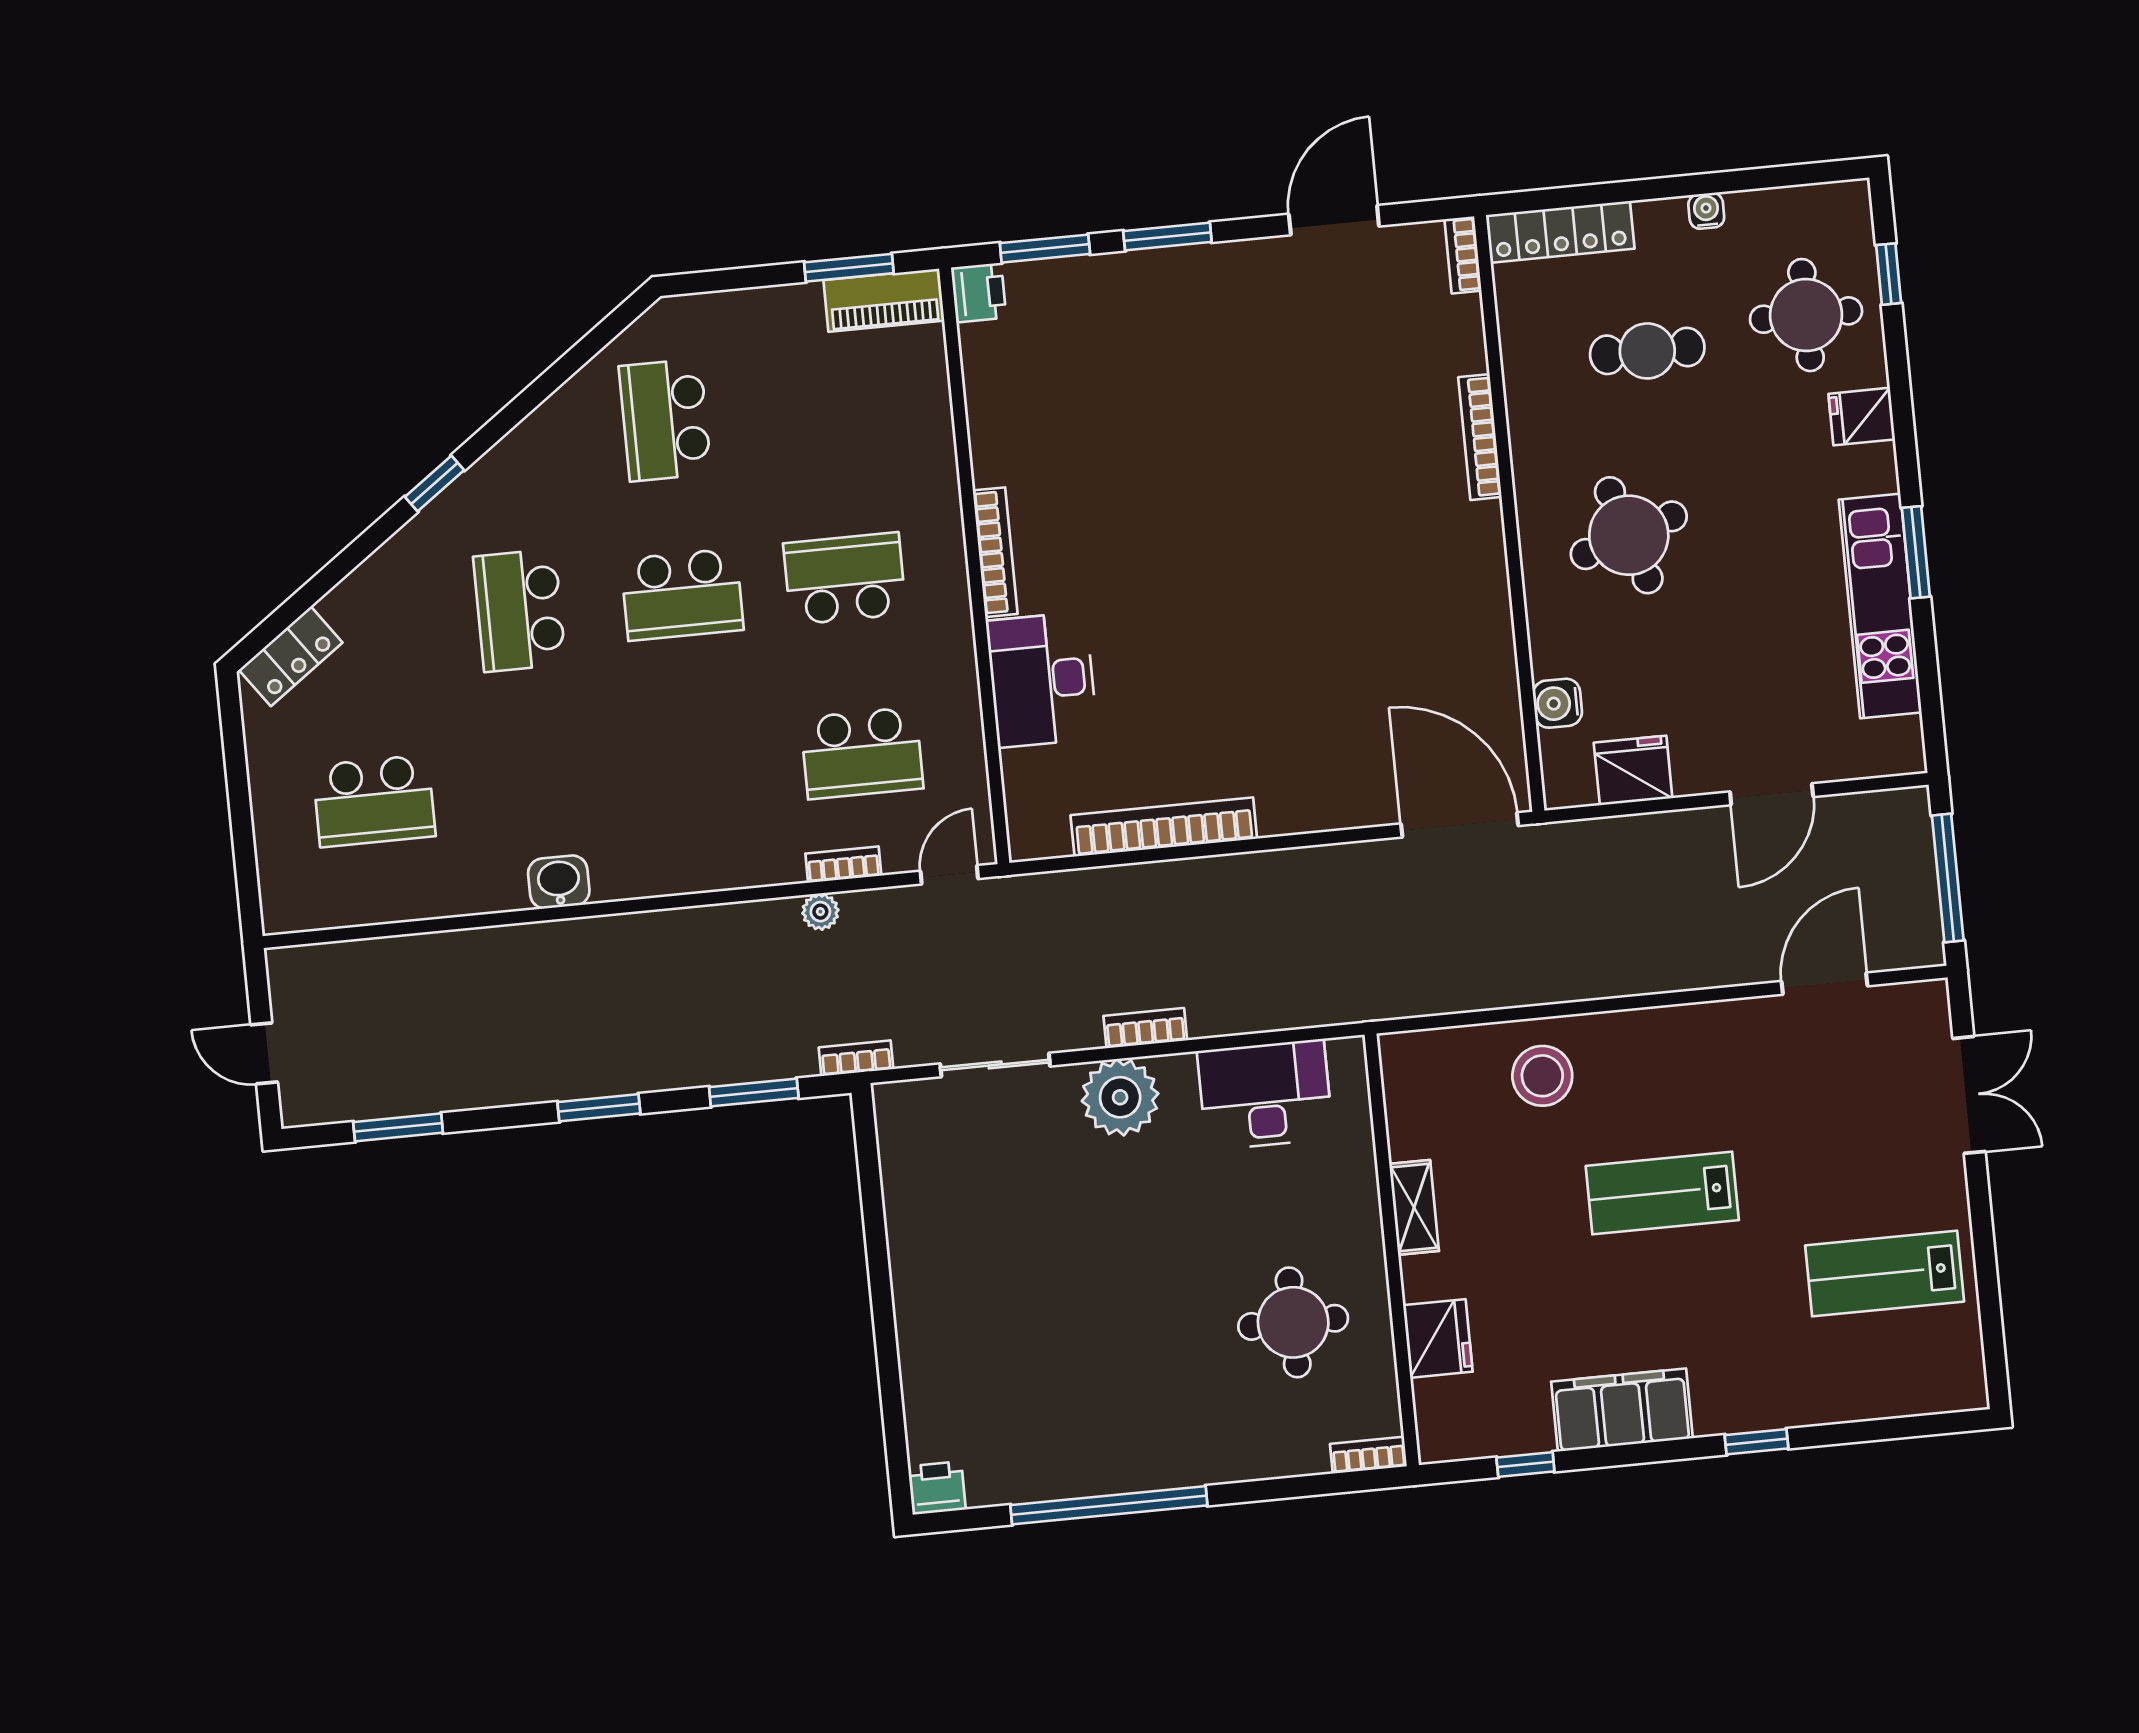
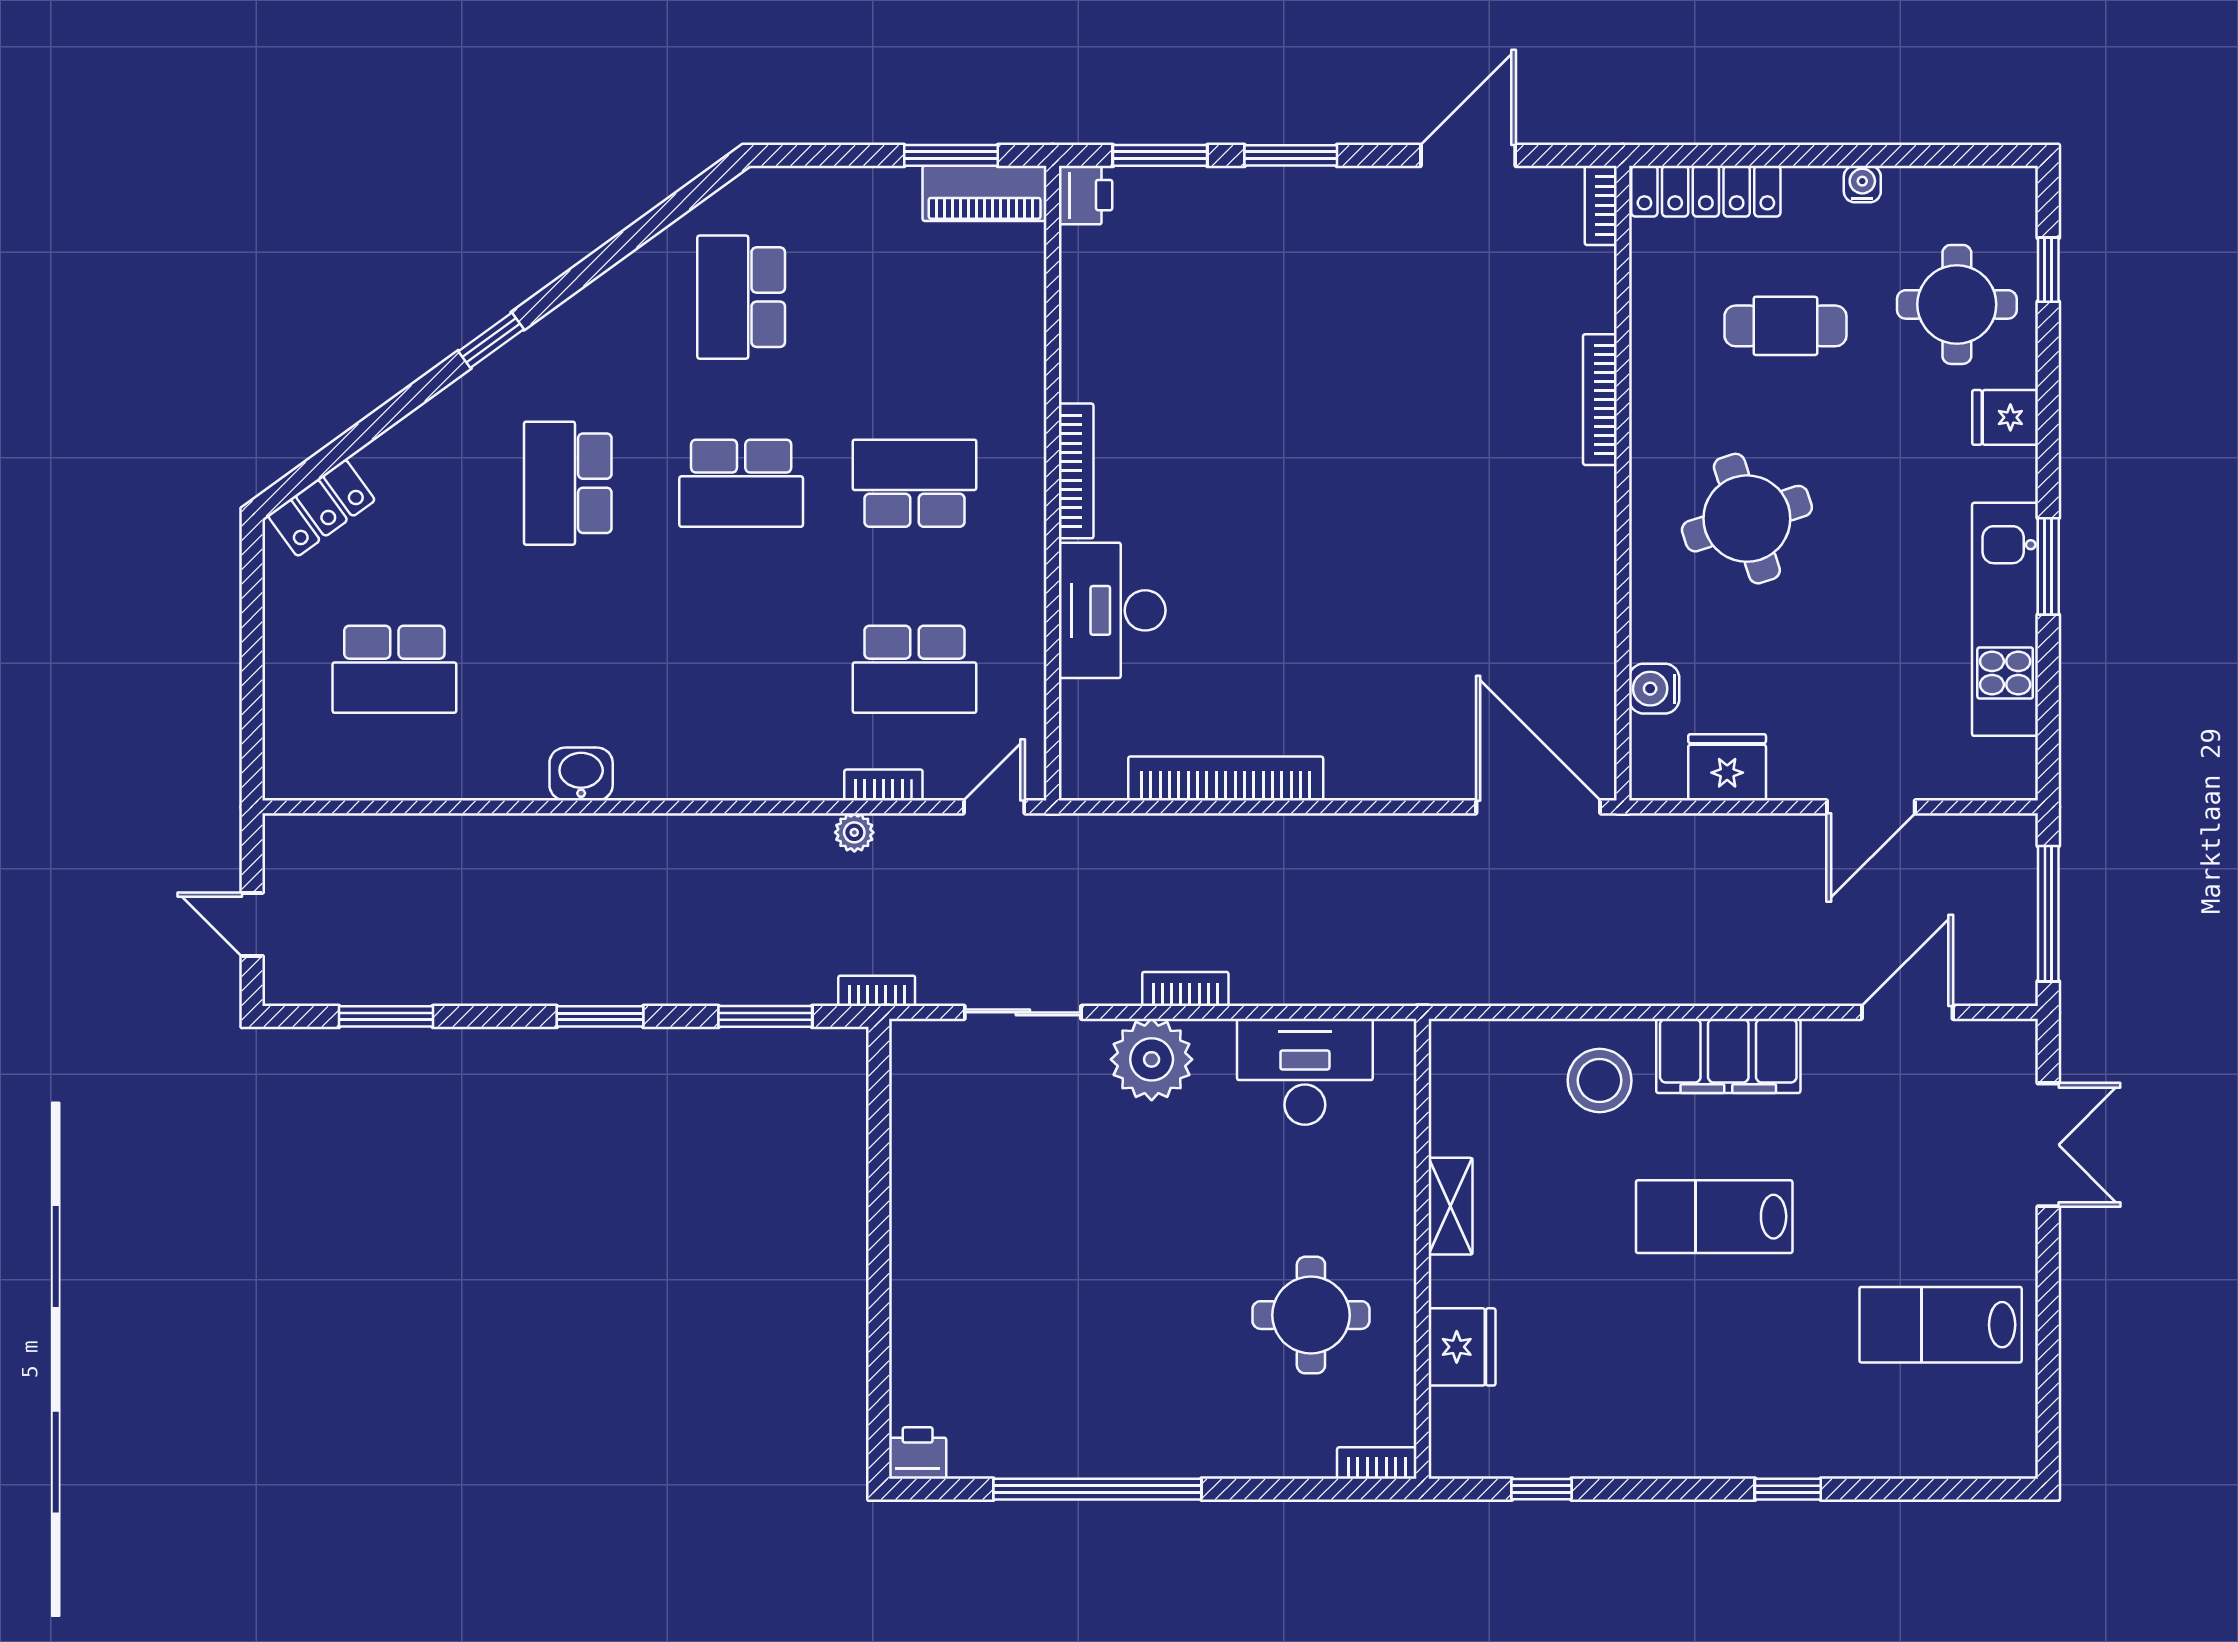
filing cabinet: (1622, 1410) -> (1728, 1056), moved, turned 180

